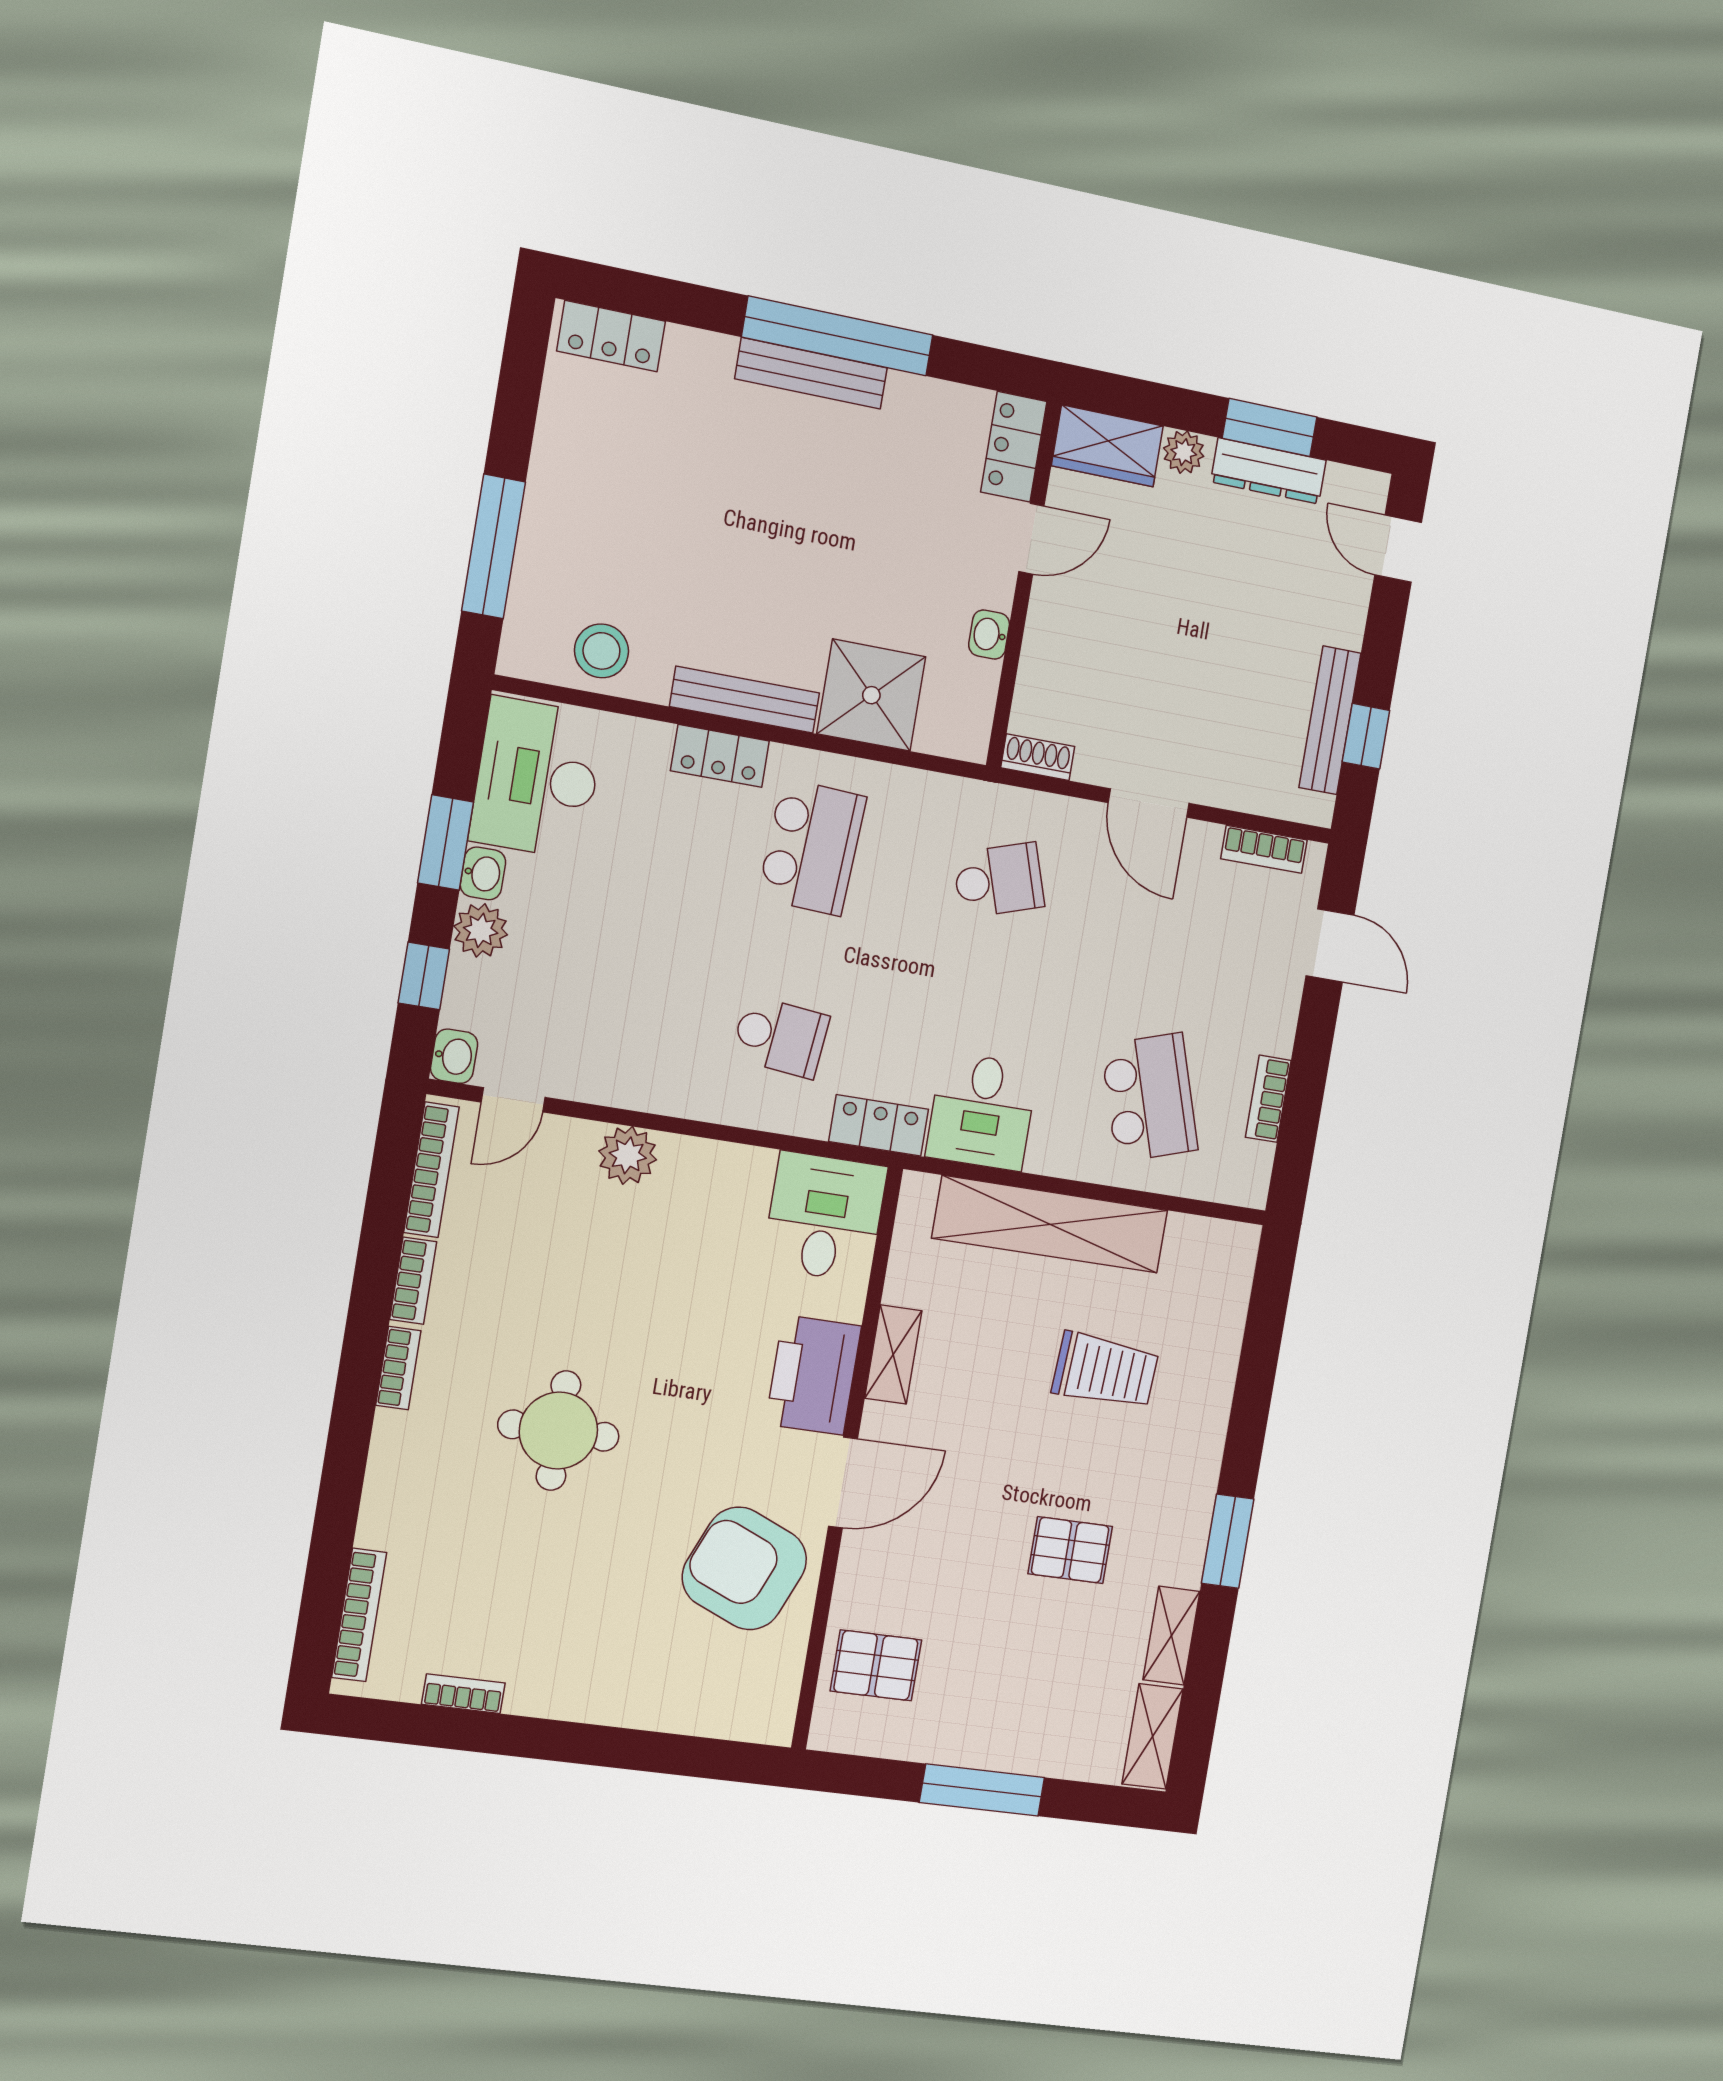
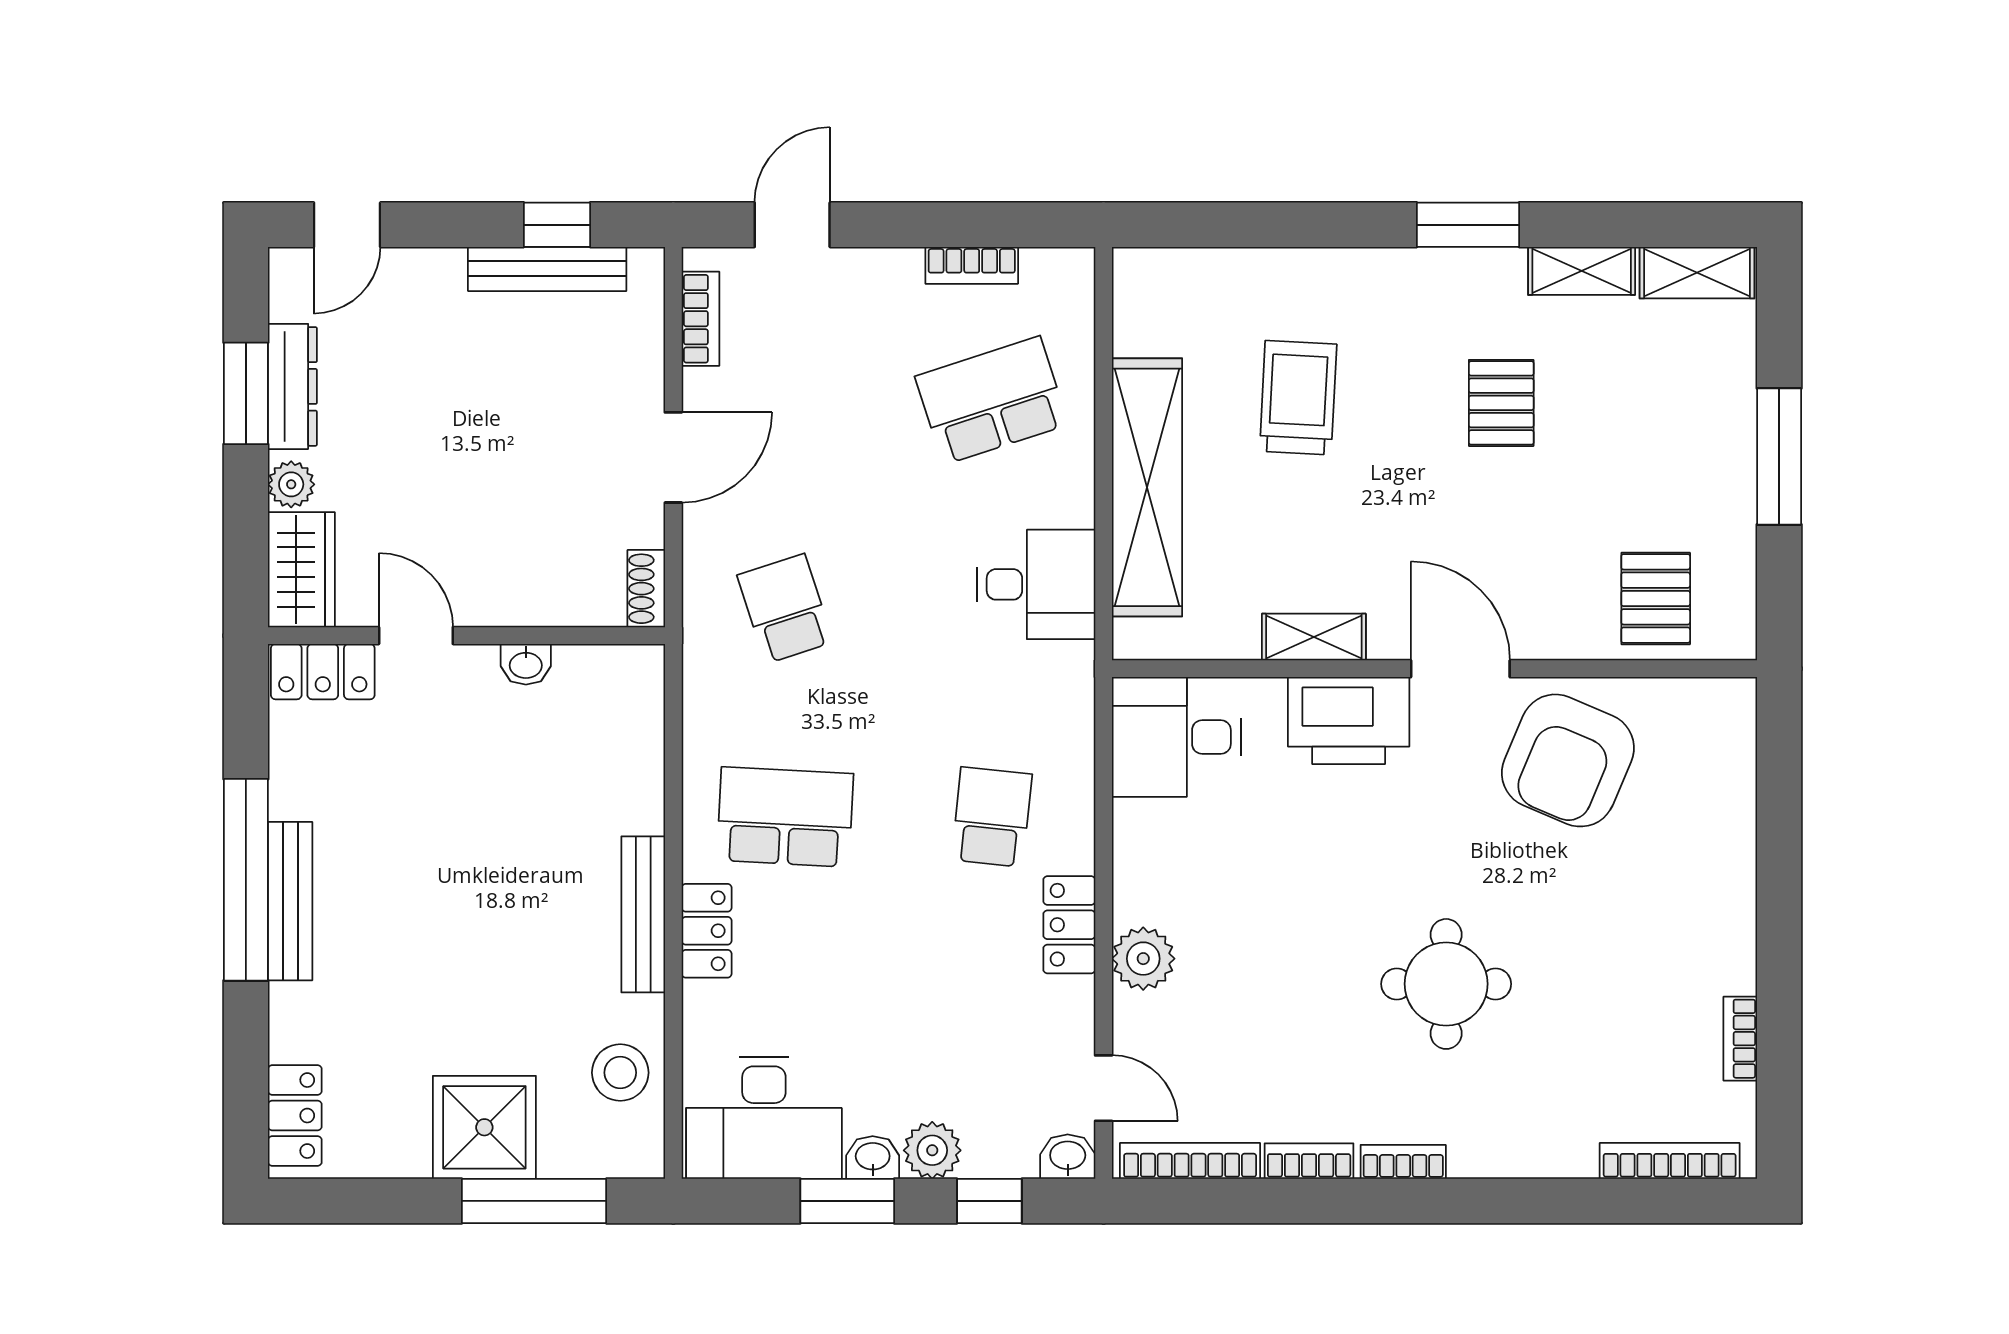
shower: (871, 695) -> (484, 1127), moved
locker: (879, 1125) -> (1069, 925), moved

